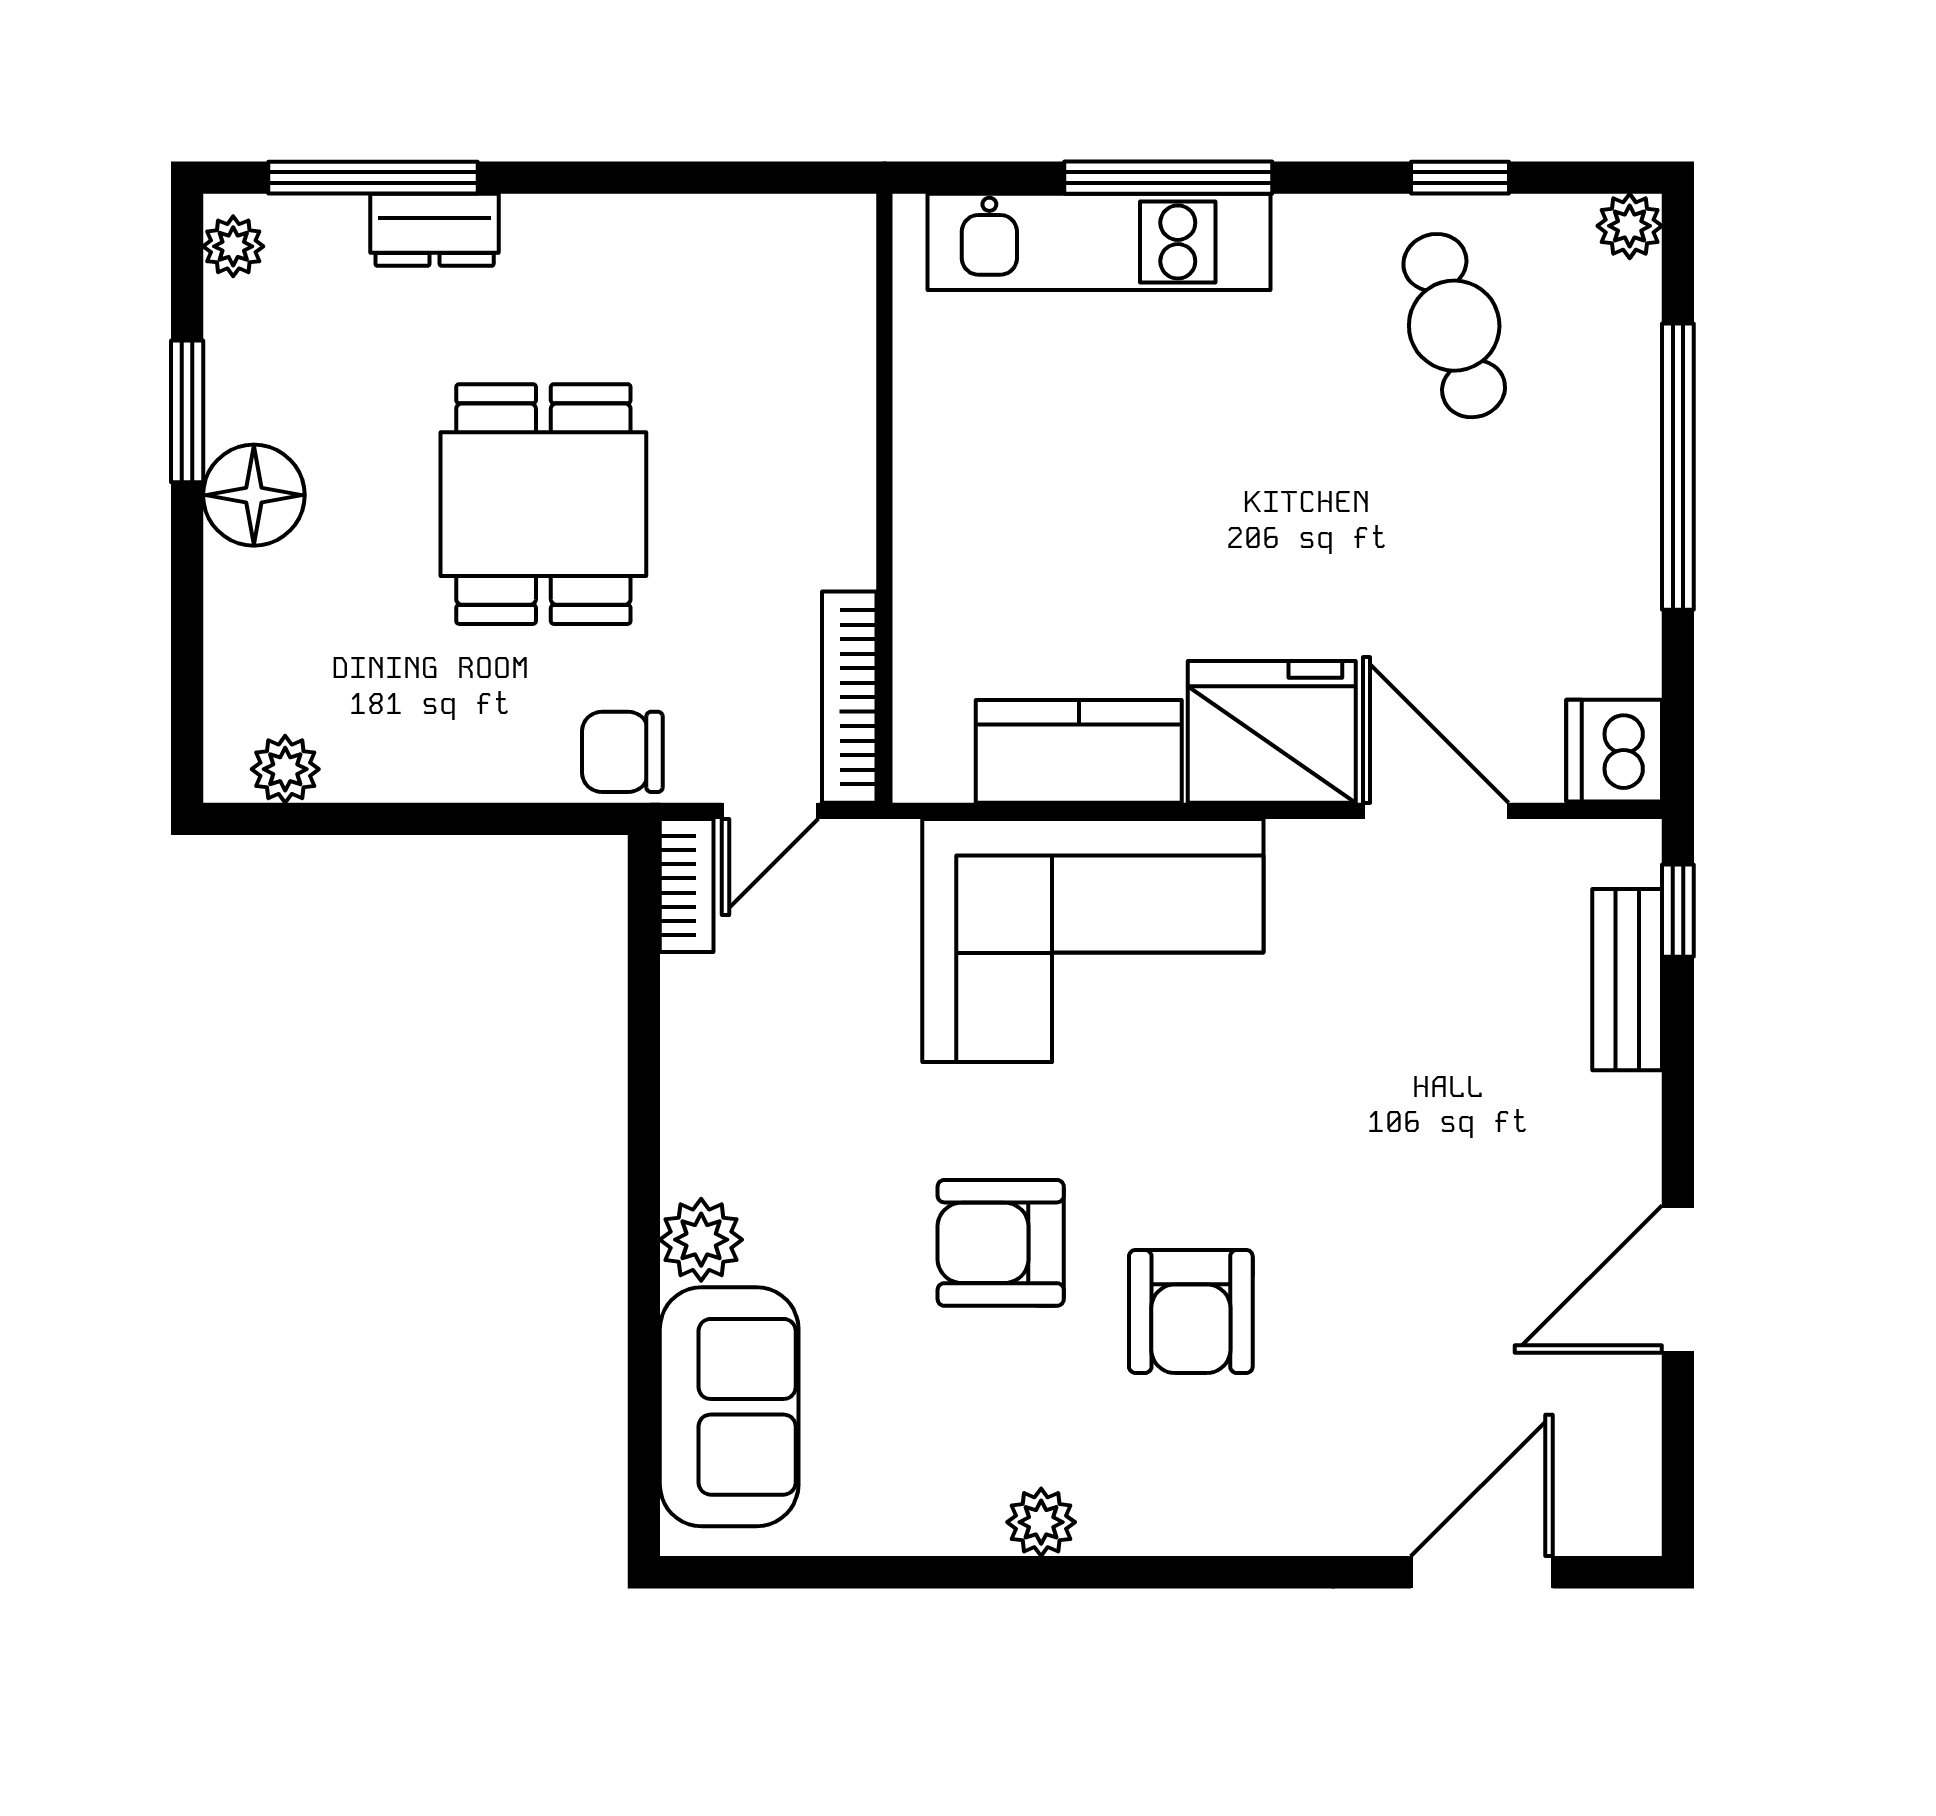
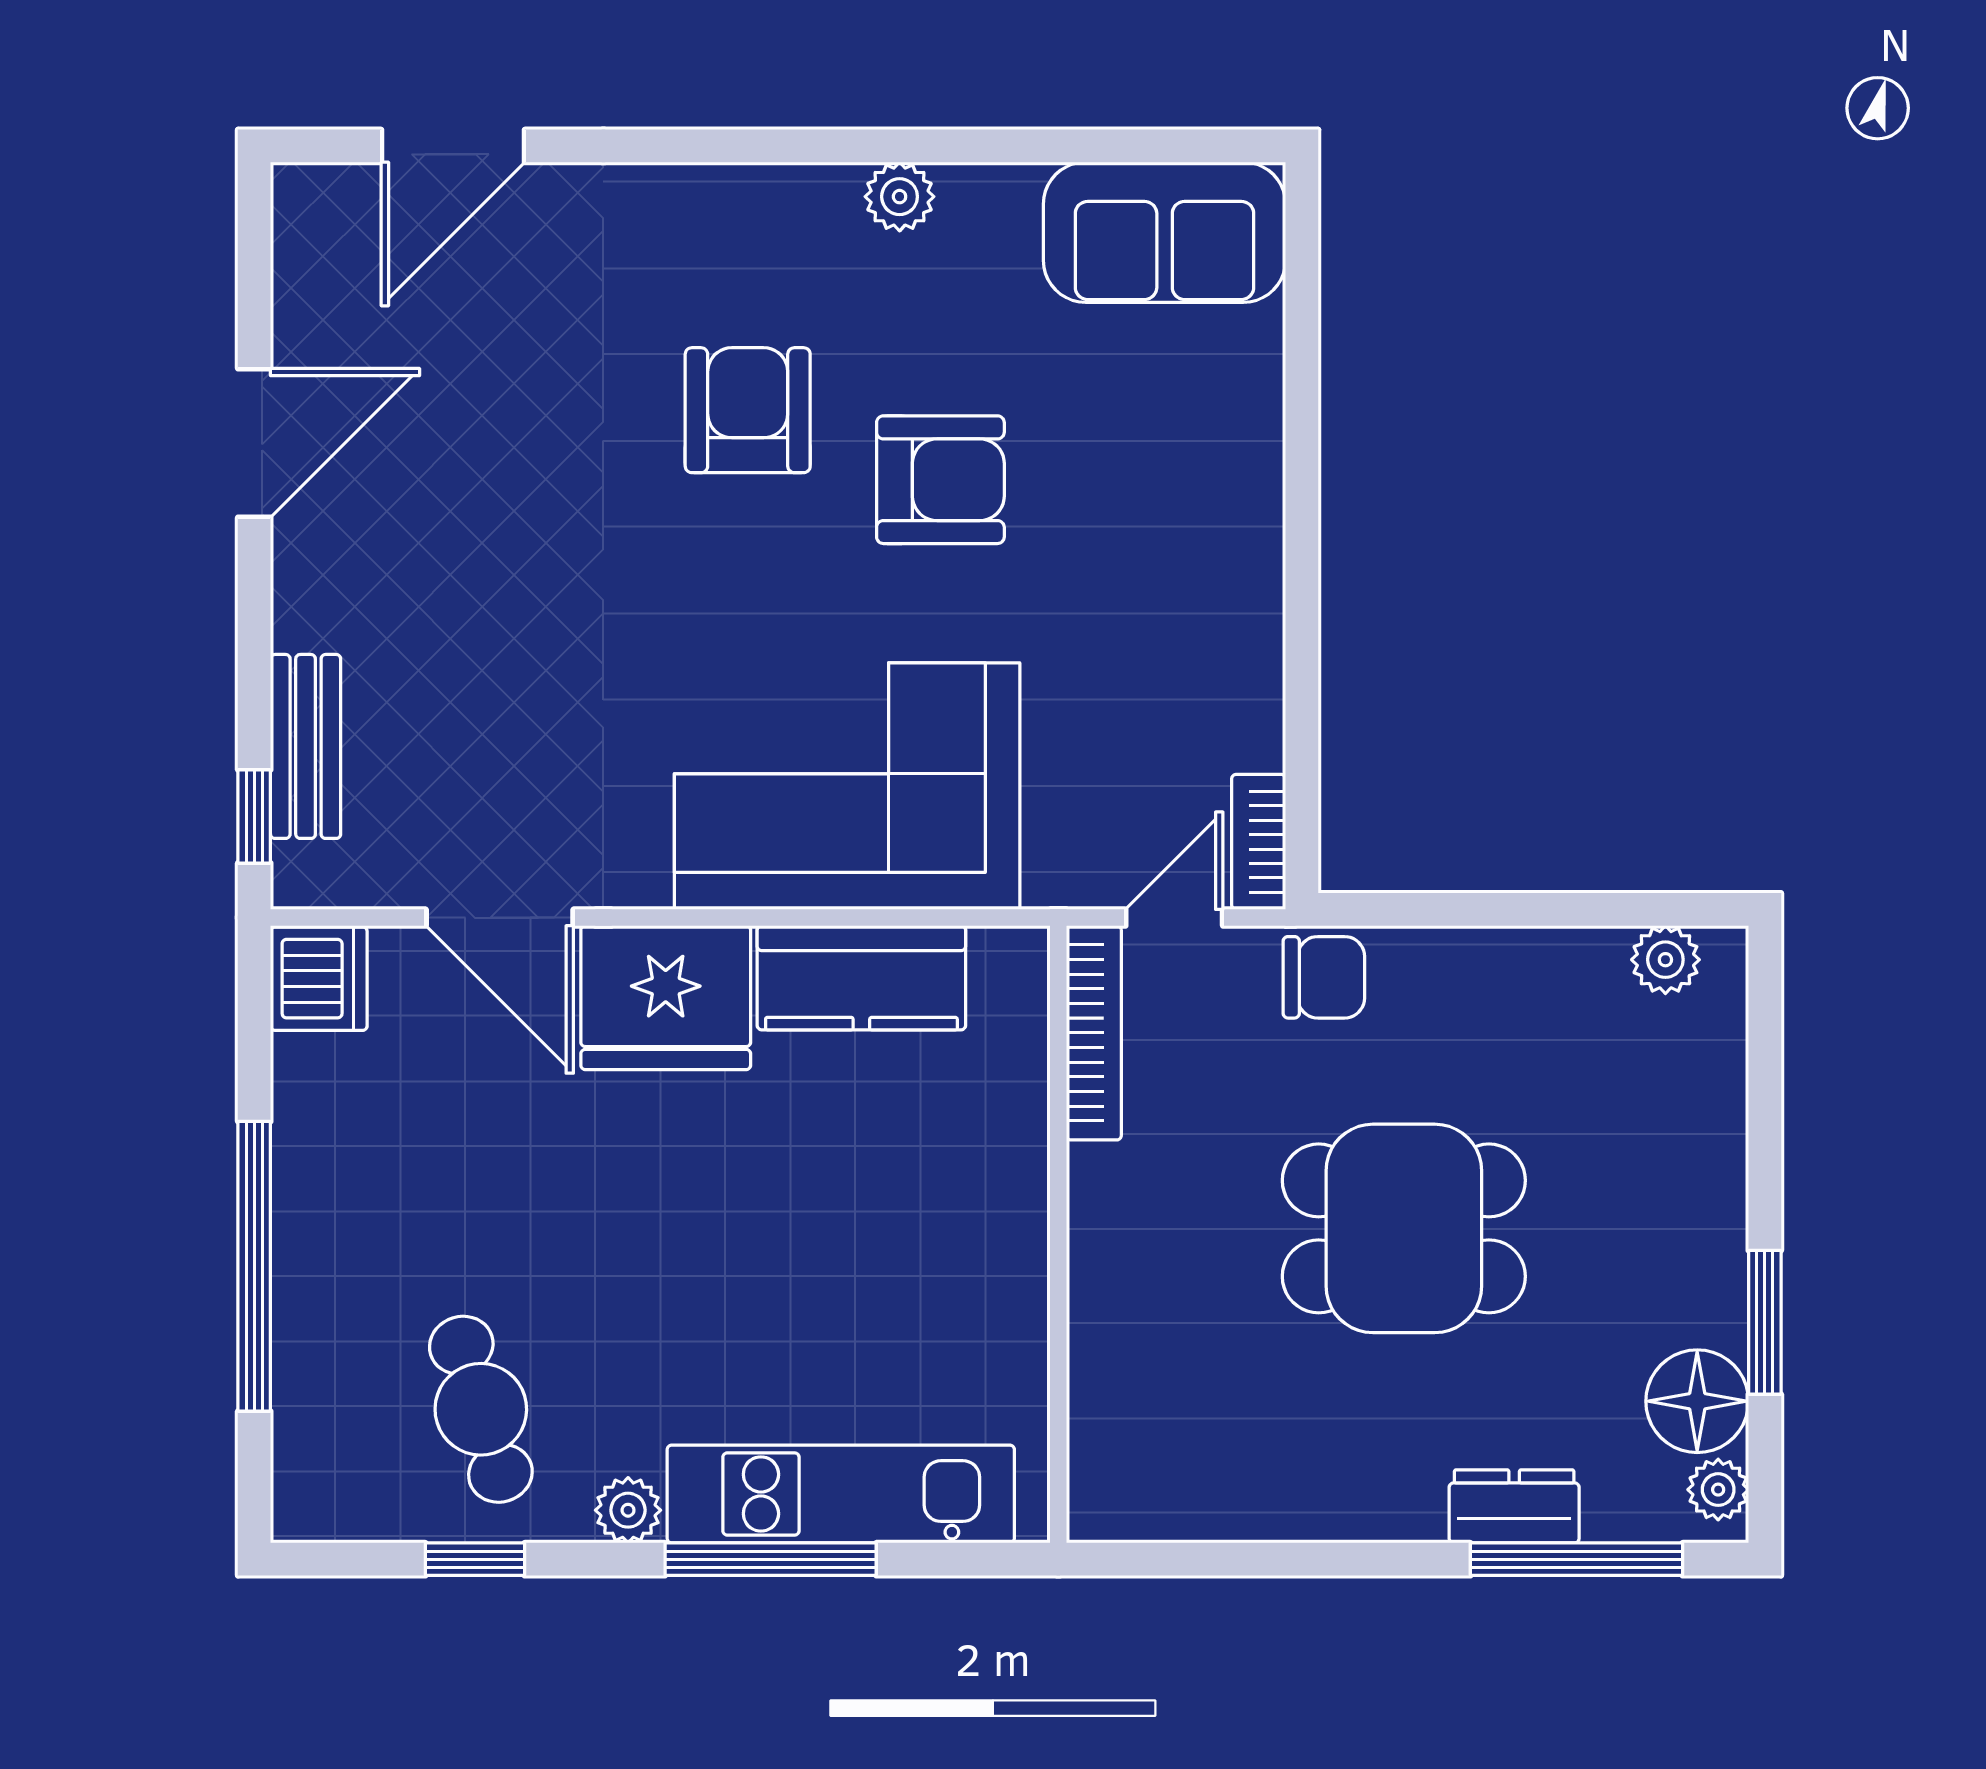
plant: (1630, 226) -> (628, 1510), moved
floor lamp: (254, 495) -> (1697, 1401), moved
dining table: (543, 504) -> (1404, 1228), turned 90
plant: (701, 1240) -> (1244, 483), removed
sofa: (729, 1407) -> (1165, 232), moved, turned -90

